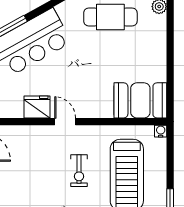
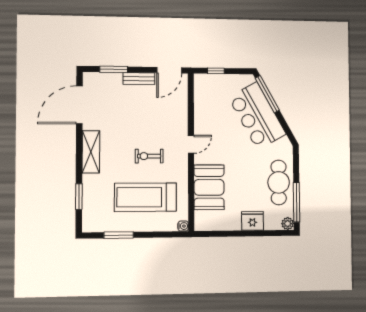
booth: (140, 100) -> (209, 187), moved
fridge: (37, 107) -> (252, 221), moved, turned -90

